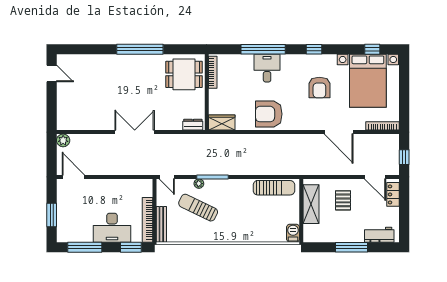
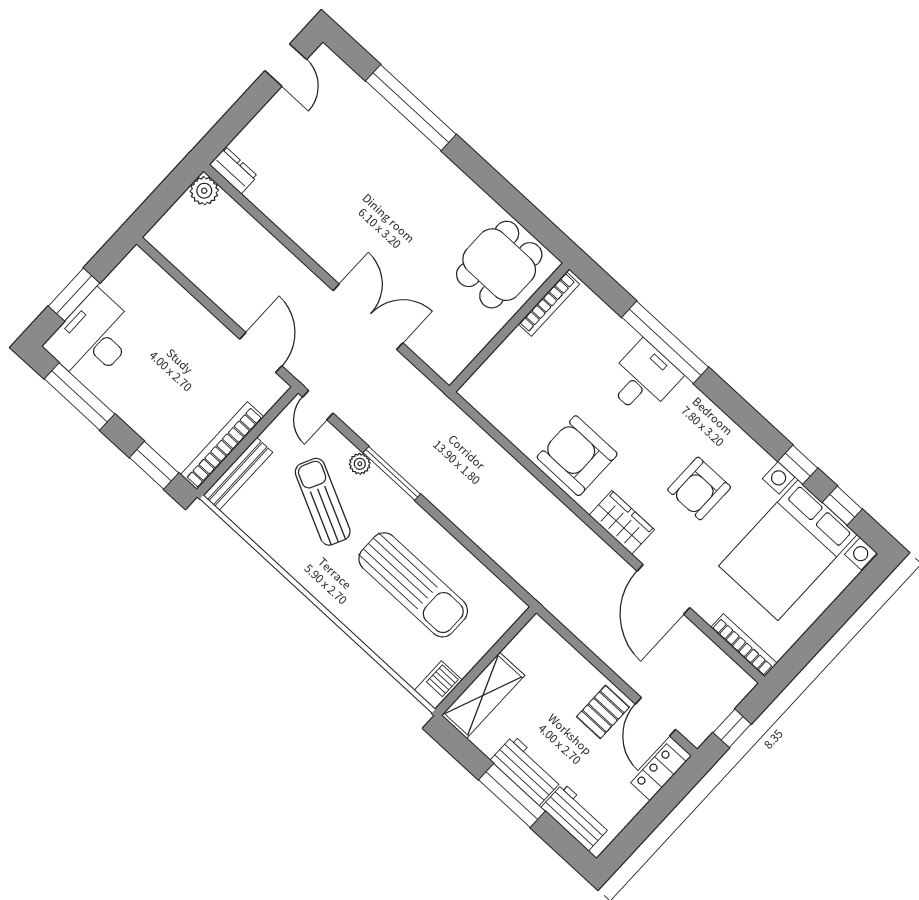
window: (140, 49) -> (411, 108), moved
window: (314, 49) -> (798, 465), moved
dining table: (184, 74) -> (499, 265), turned 90
wardrobe: (222, 123) -> (622, 522), moved
dresser: (193, 125) -> (233, 170), moved
double door: (135, 132) -> (368, 317), moved
door: (73, 177) -> (261, 352), moved
sun lounger: (274, 188) -> (413, 585), moved, width x1.36, depth x1.34
pallet: (343, 200) -> (603, 712), moved
shelving: (311, 204) -> (483, 695), moved
desk: (112, 228) -> (93, 338), moved, turned 90
workbench: (348, 234) -> (526, 770), added

